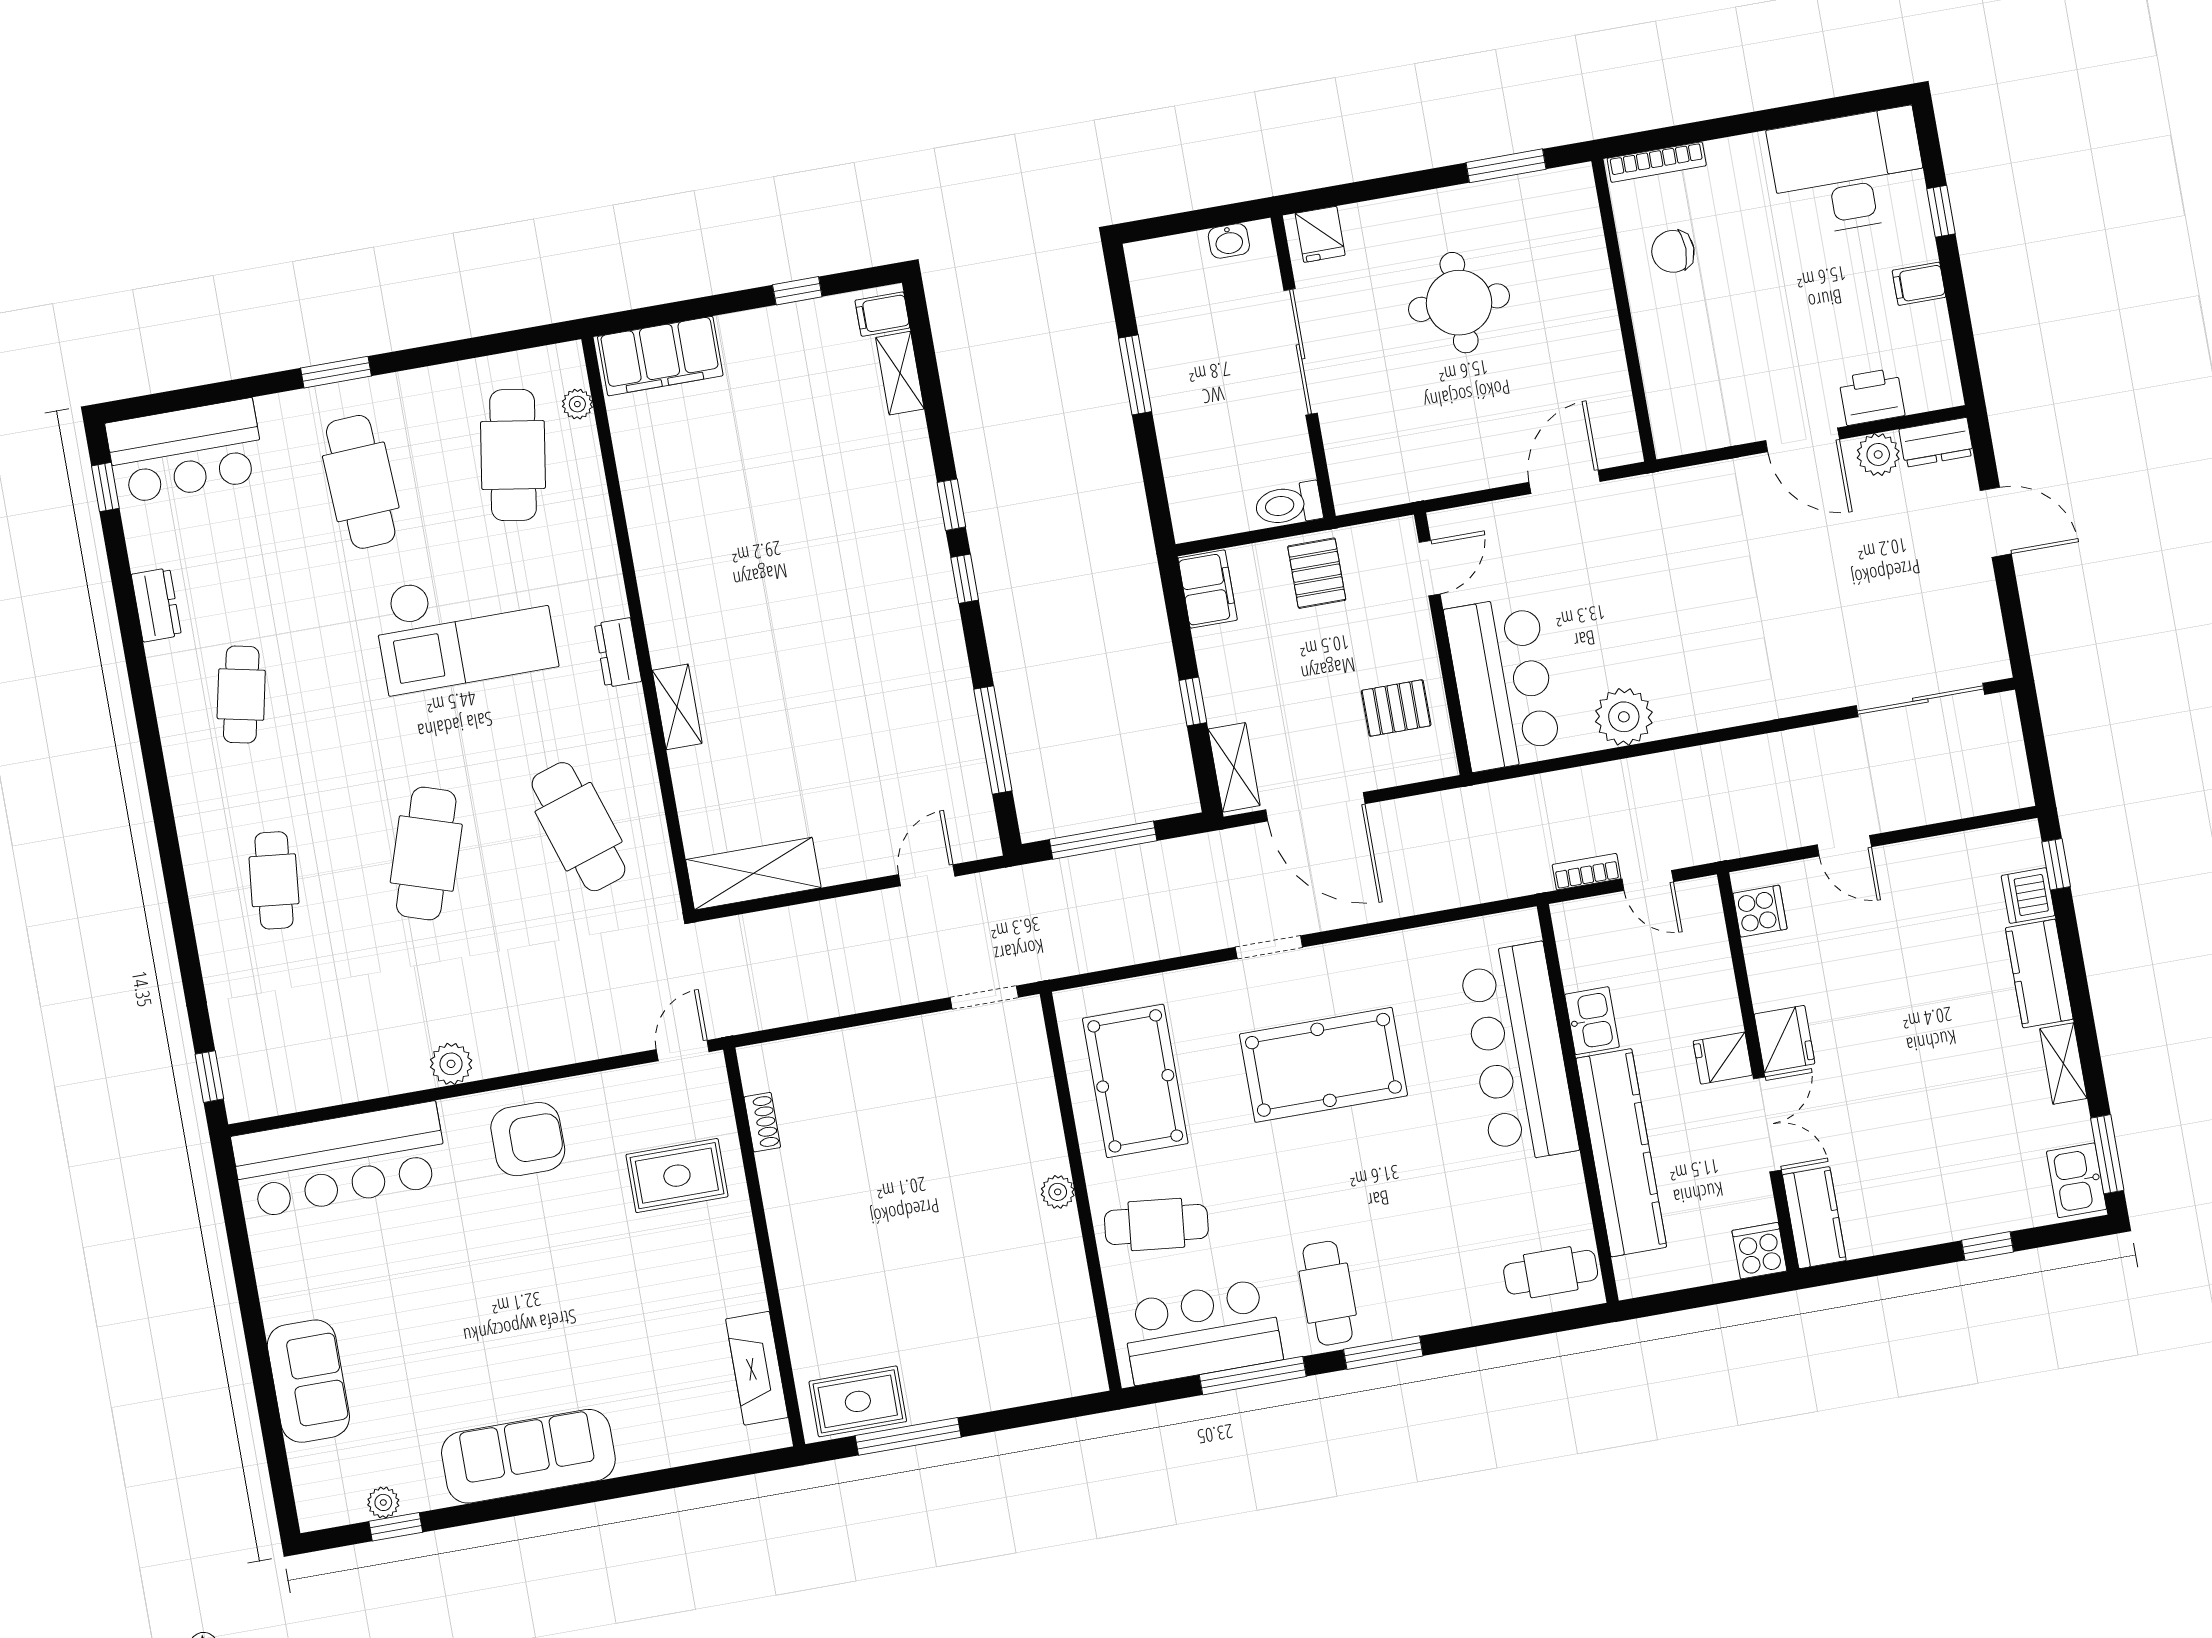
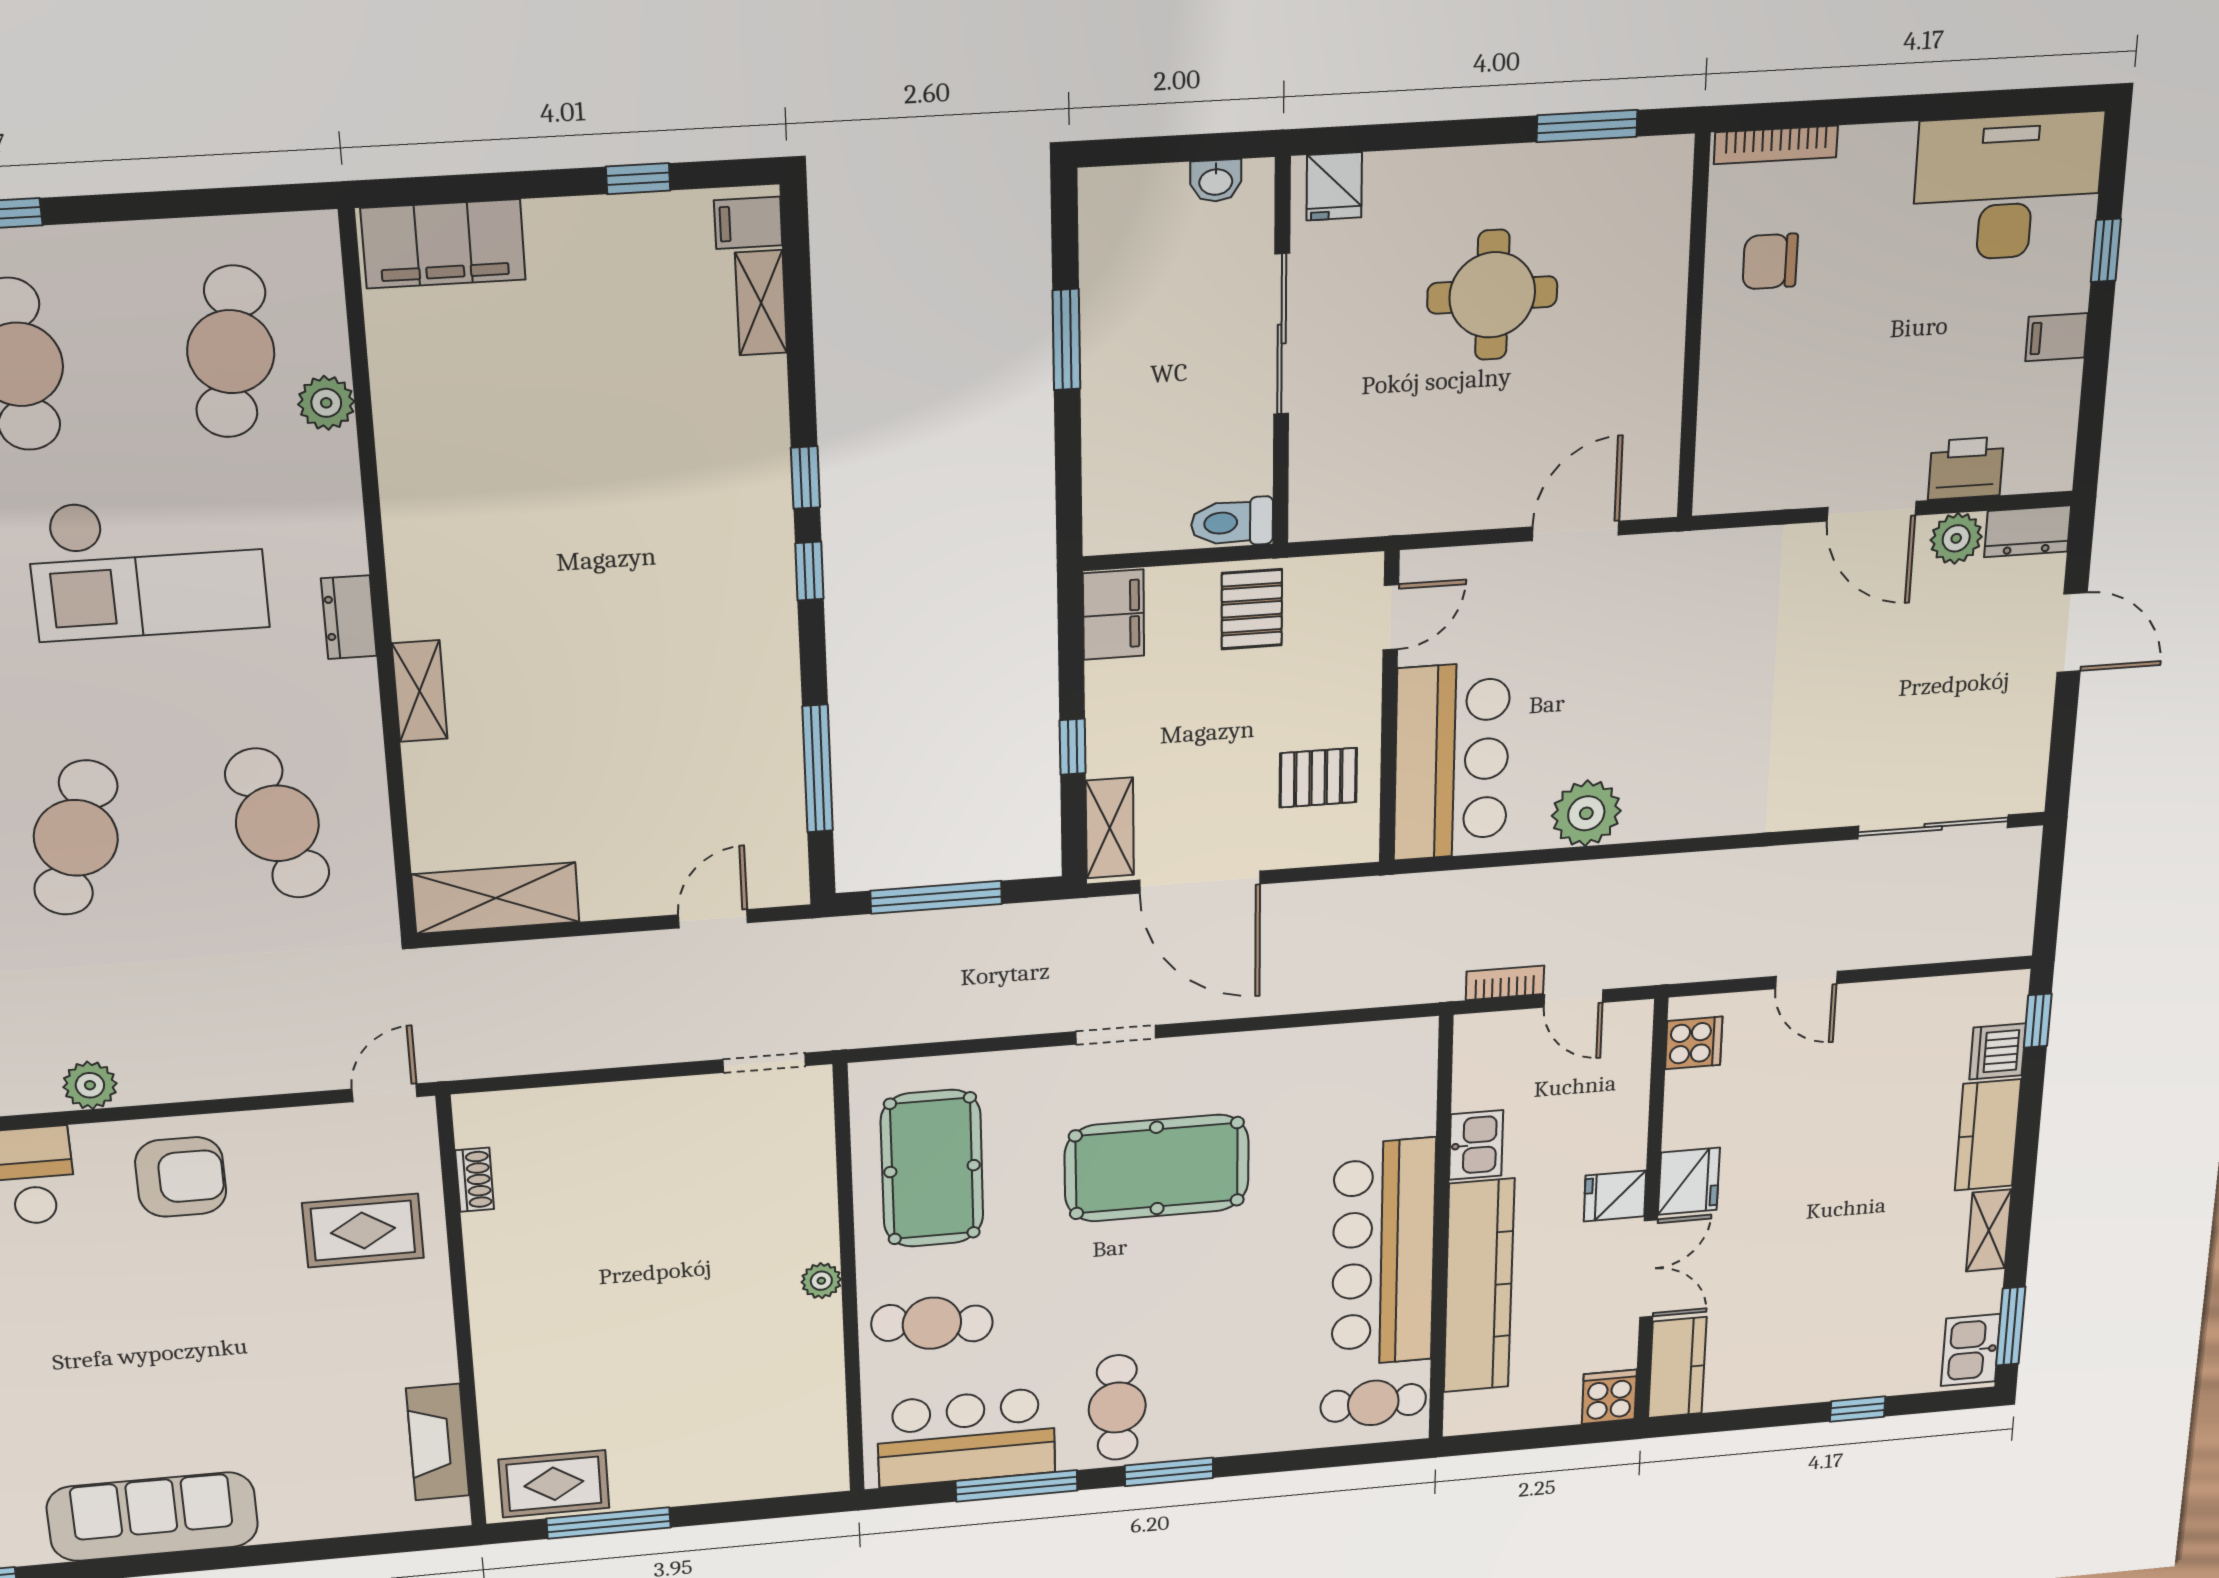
plant: (577, 404) -> (326, 403), moved, width x1.38, depth x1.38
bar counter: (1519, 1053) -> (1383, 1253), moved

